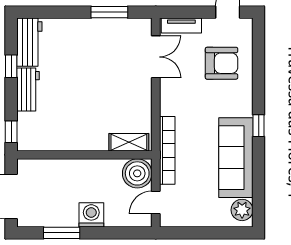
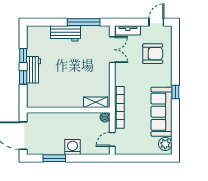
window: (109, 12) -> (84, 22), width x1.44
workbench: (29, 42) -> (65, 33), moved, turned 90
window: (11, 132) -> (23, 77), moved
boiler: (137, 173) -> (105, 117), width x0.54, depth x0.54

